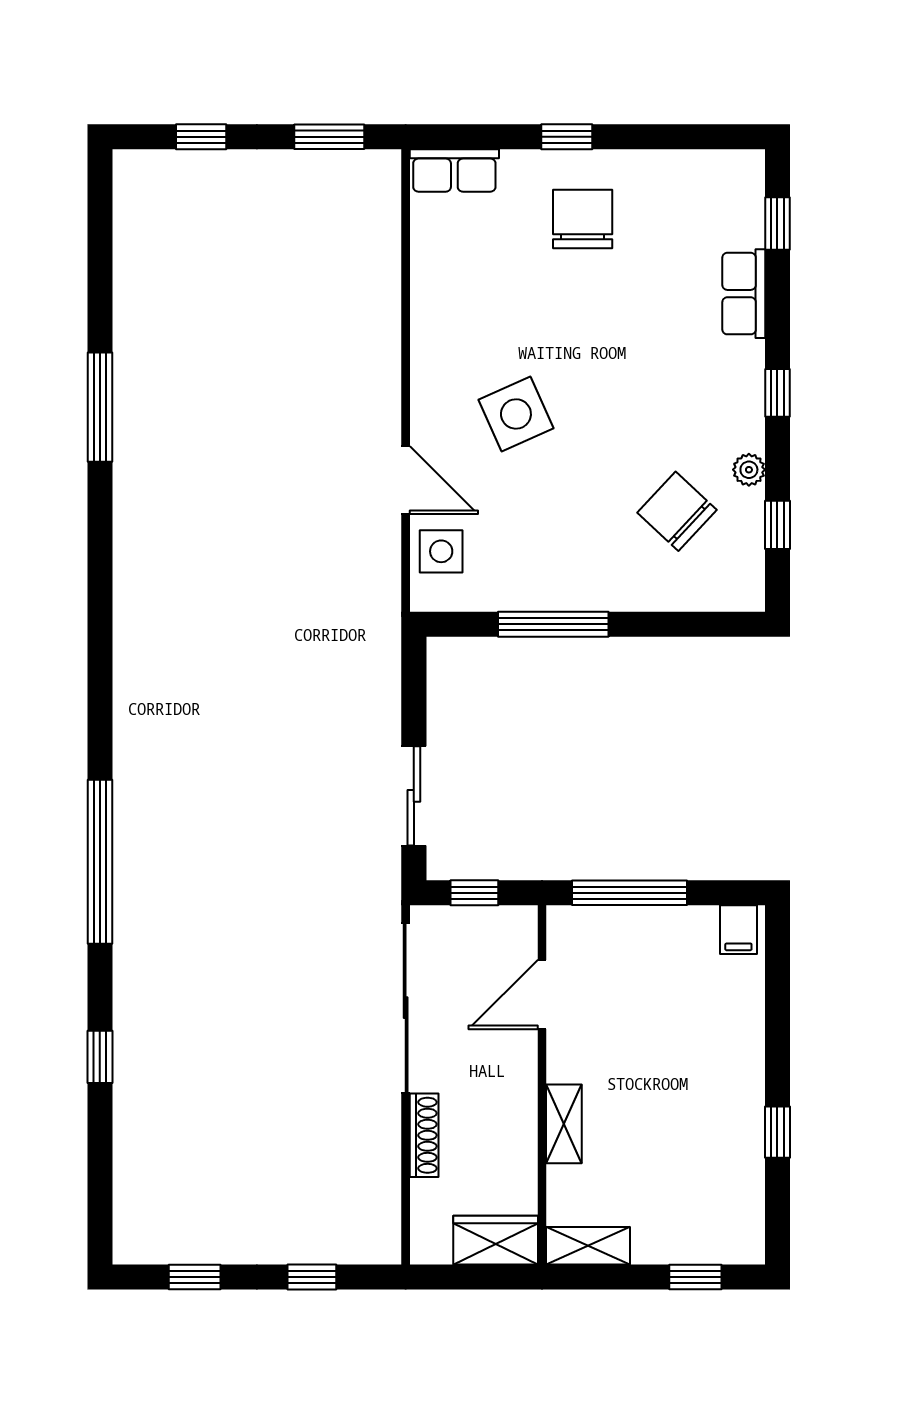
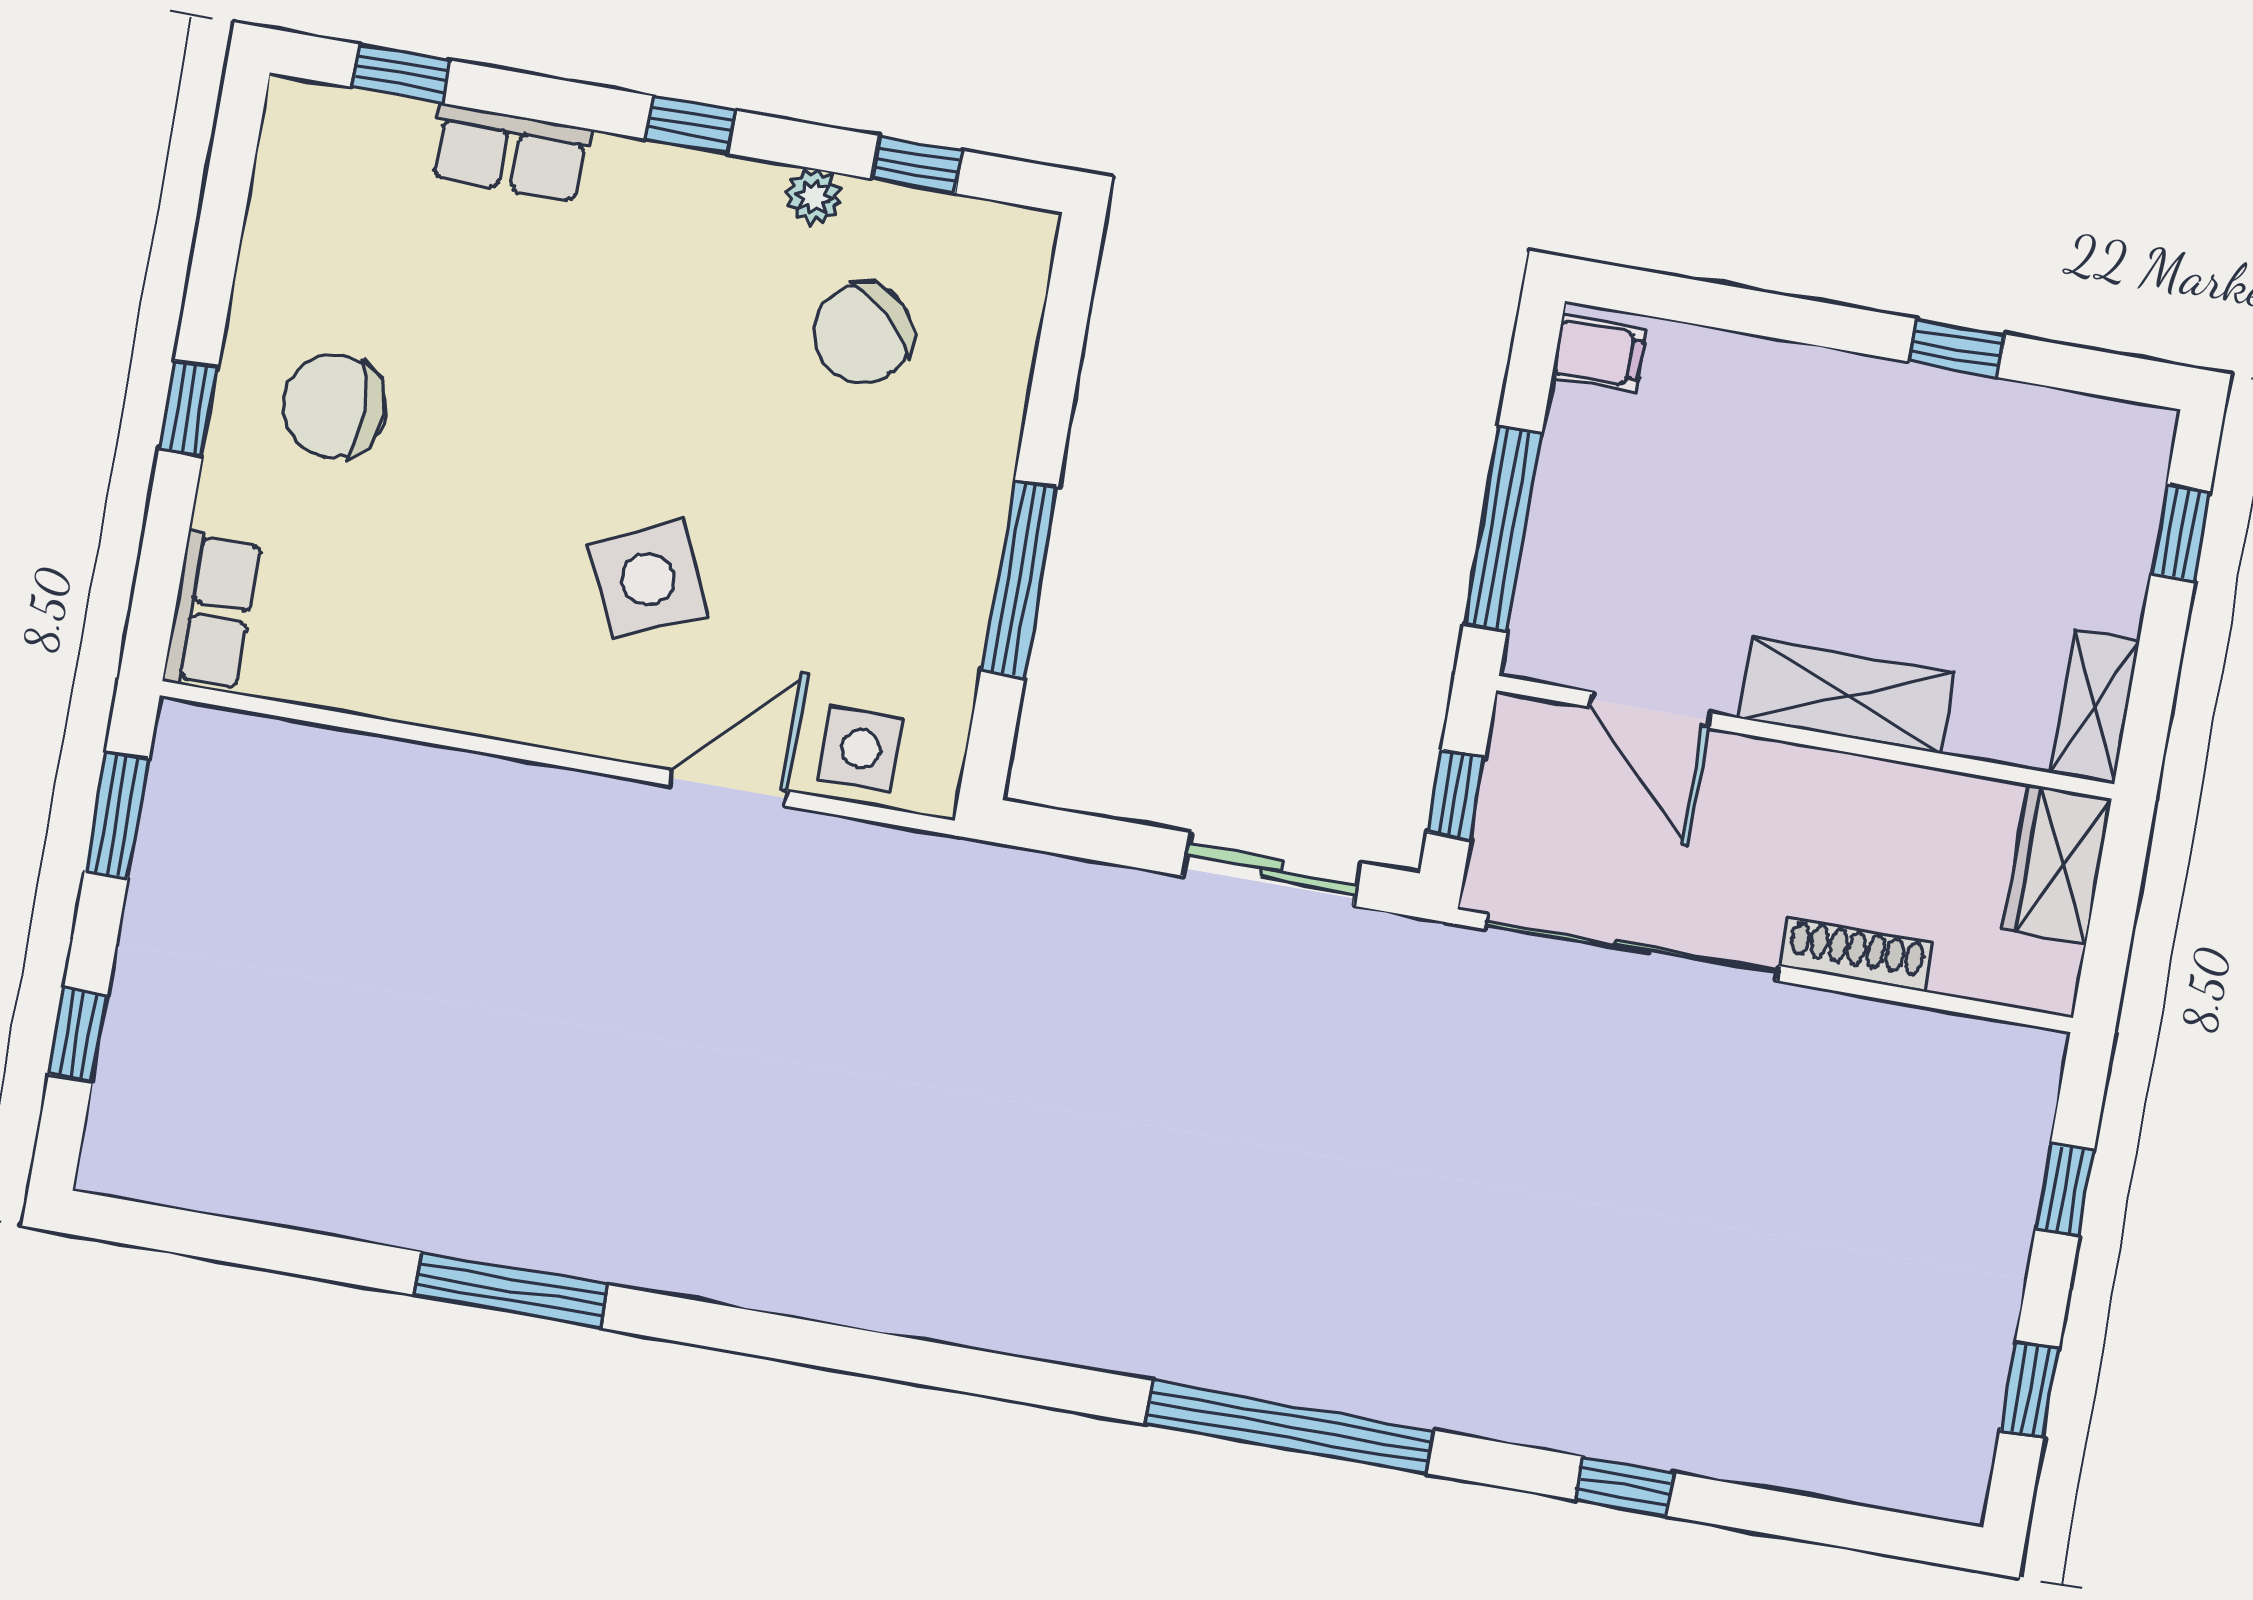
shelving: (564, 1124) -> (1847, 695), width x1.50, depth x1.33

